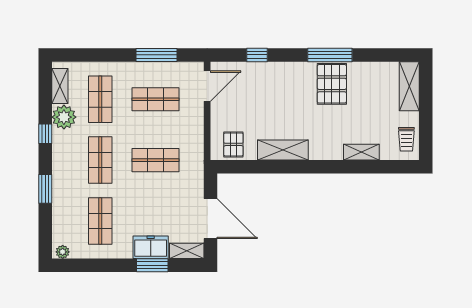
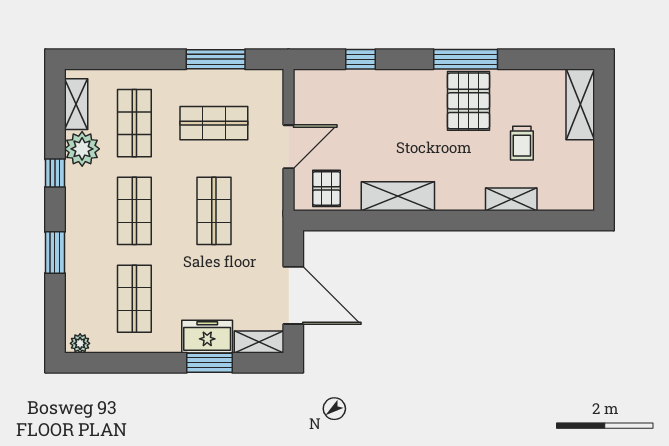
door: (207, 86) -> (289, 147), moved
trolley: (406, 139) -> (522, 143), moved
shop shelf: (155, 160) -> (214, 211), turned 90

